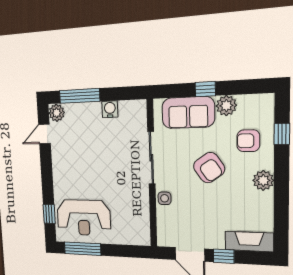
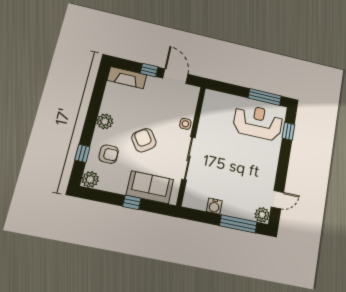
plant: (226, 106) -> (90, 179), moved

